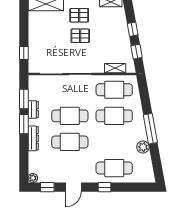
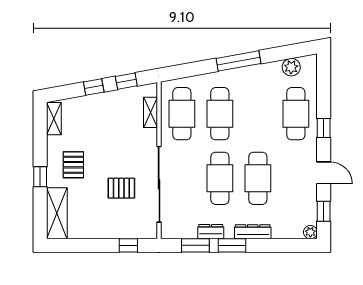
pallet: (80, 36) -> (121, 188), moved, turned 90
plant: (143, 147) -> (291, 67), moved

